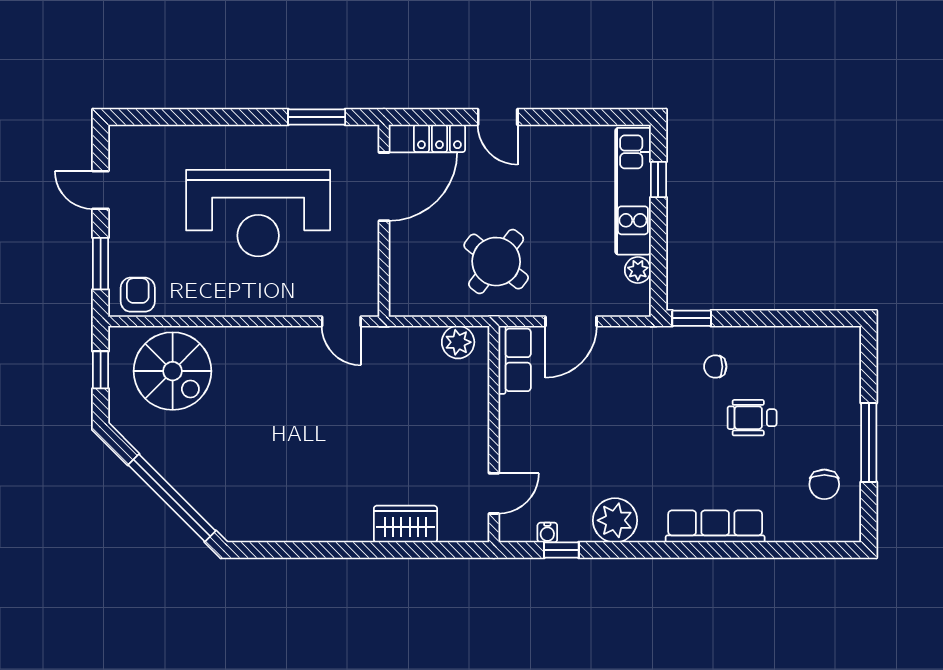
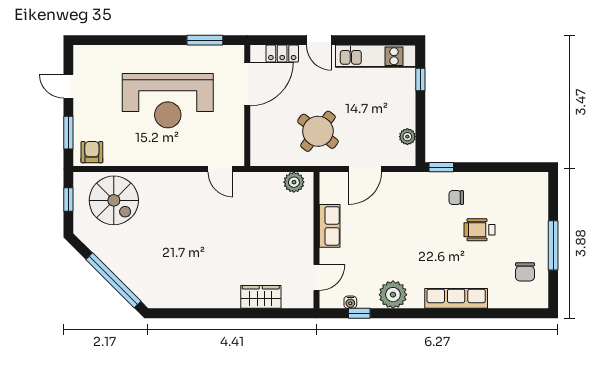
kitchen unit: (633, 191) -> (376, 56), moved, turned -90
row of seats: (515, 360) -> (330, 226), moved

